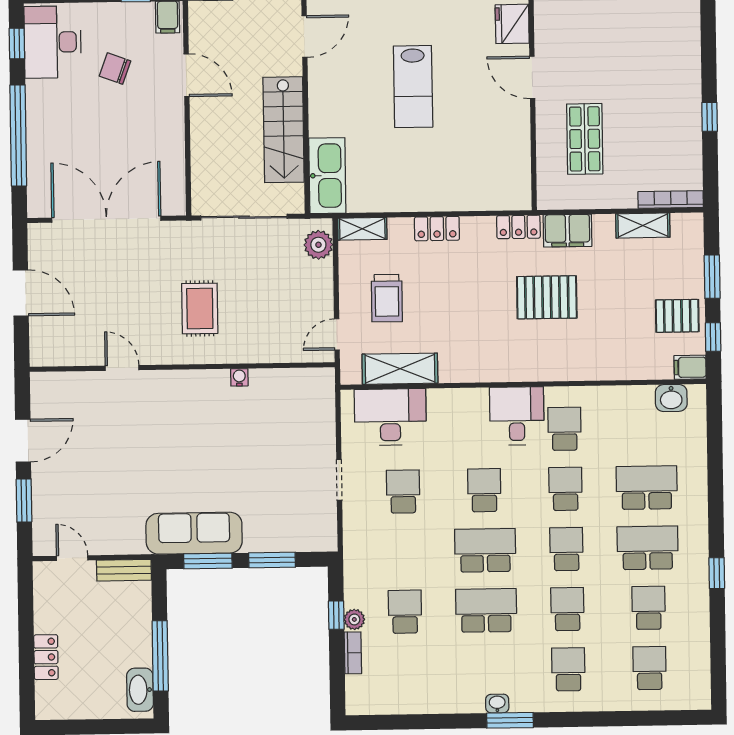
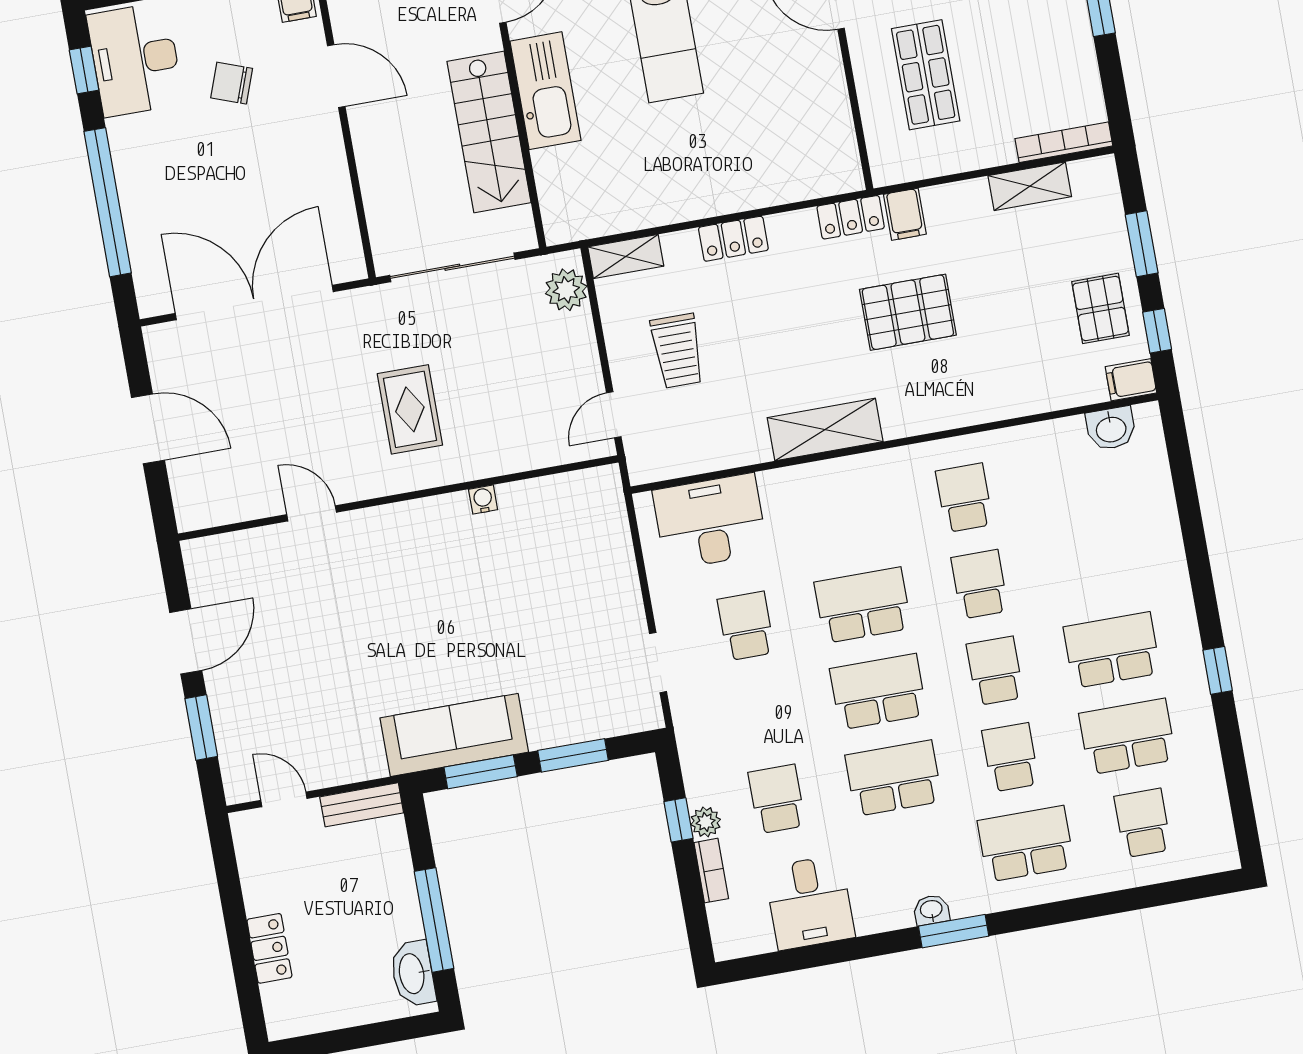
kitchen sink: (327, 176) -> (545, 91), moved
filing cabinet: (567, 231) -> (905, 214), width x0.50
pallet: (677, 316) -> (1101, 308), turned 90
shelving: (400, 369) -> (825, 430), moved
desk: (517, 416) -> (810, 902), moved, turned 180
doorway: (339, 480) -> (658, 663), moved
school desk: (647, 488) -> (1097, 564), removed
school desk: (484, 490) -> (863, 605), width x1.85
school desk: (649, 608) -> (1127, 737), width x1.85
school desk: (568, 669) -> (1026, 844), width x1.85

